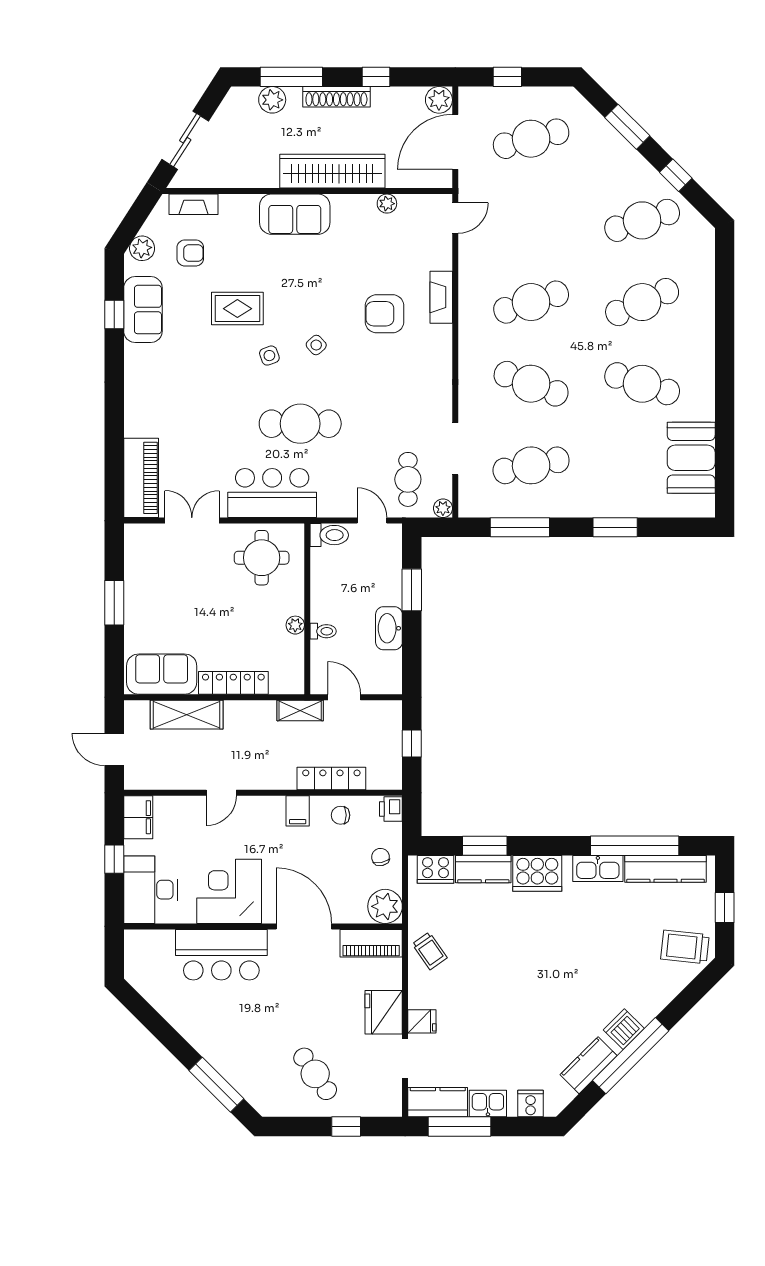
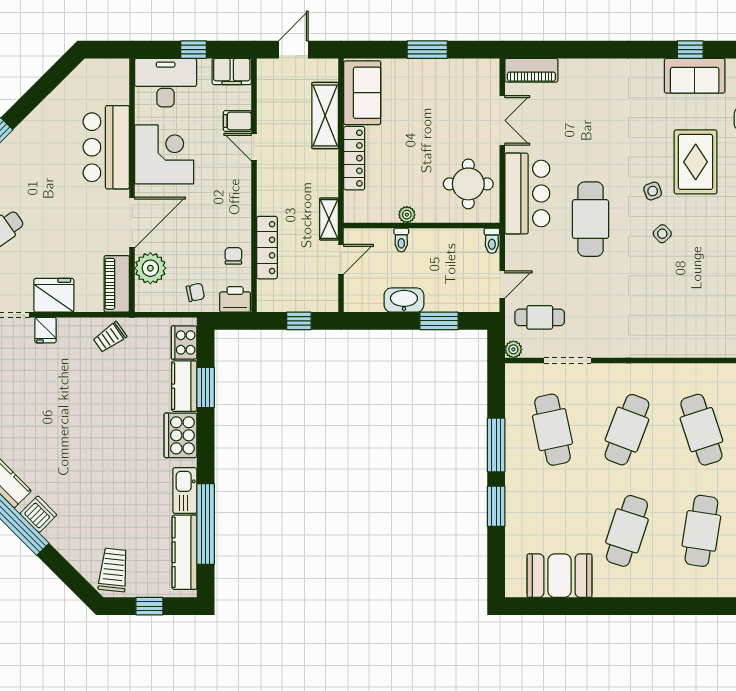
fireplace: (441, 297) -> (706, 348), removed
cafe table: (642, 302) -> (701, 531), turned 33
rug: (237, 309) -> (696, 162), width x1.36, depth x1.43
armchair: (385, 314) -> (691, 296), removed
piano: (141, 478) -> (531, 70), width x0.73, depth x0.75
window: (520, 527) -> (496, 445), moved
toilet: (329, 535) -> (492, 241), width x0.73, depth x0.72
printer: (391, 809) -> (235, 299), width x1.36, depth x1.24
filing cabinet: (298, 811) -> (237, 121), moved
plant: (385, 906) -> (150, 268), moved

